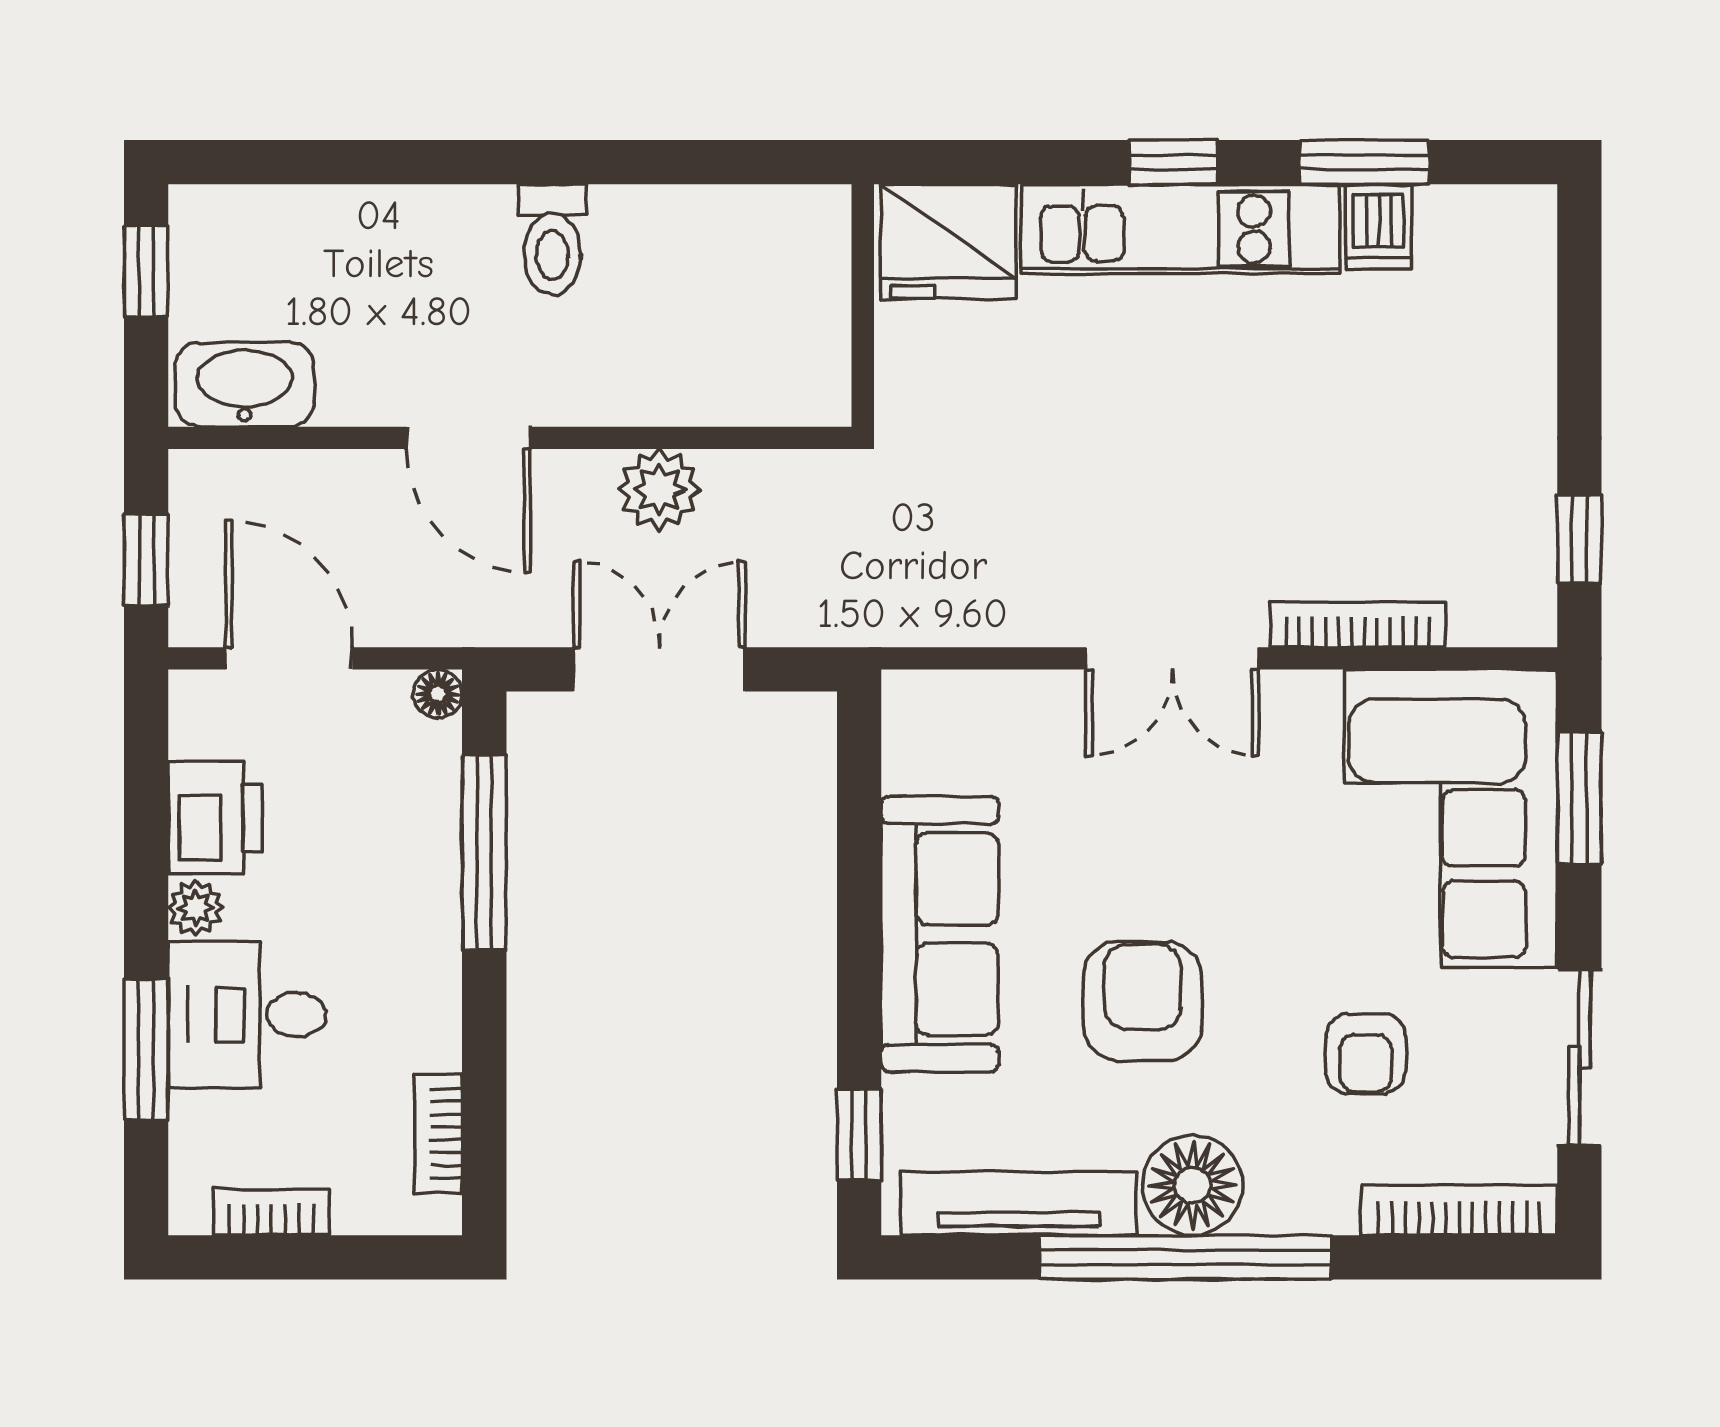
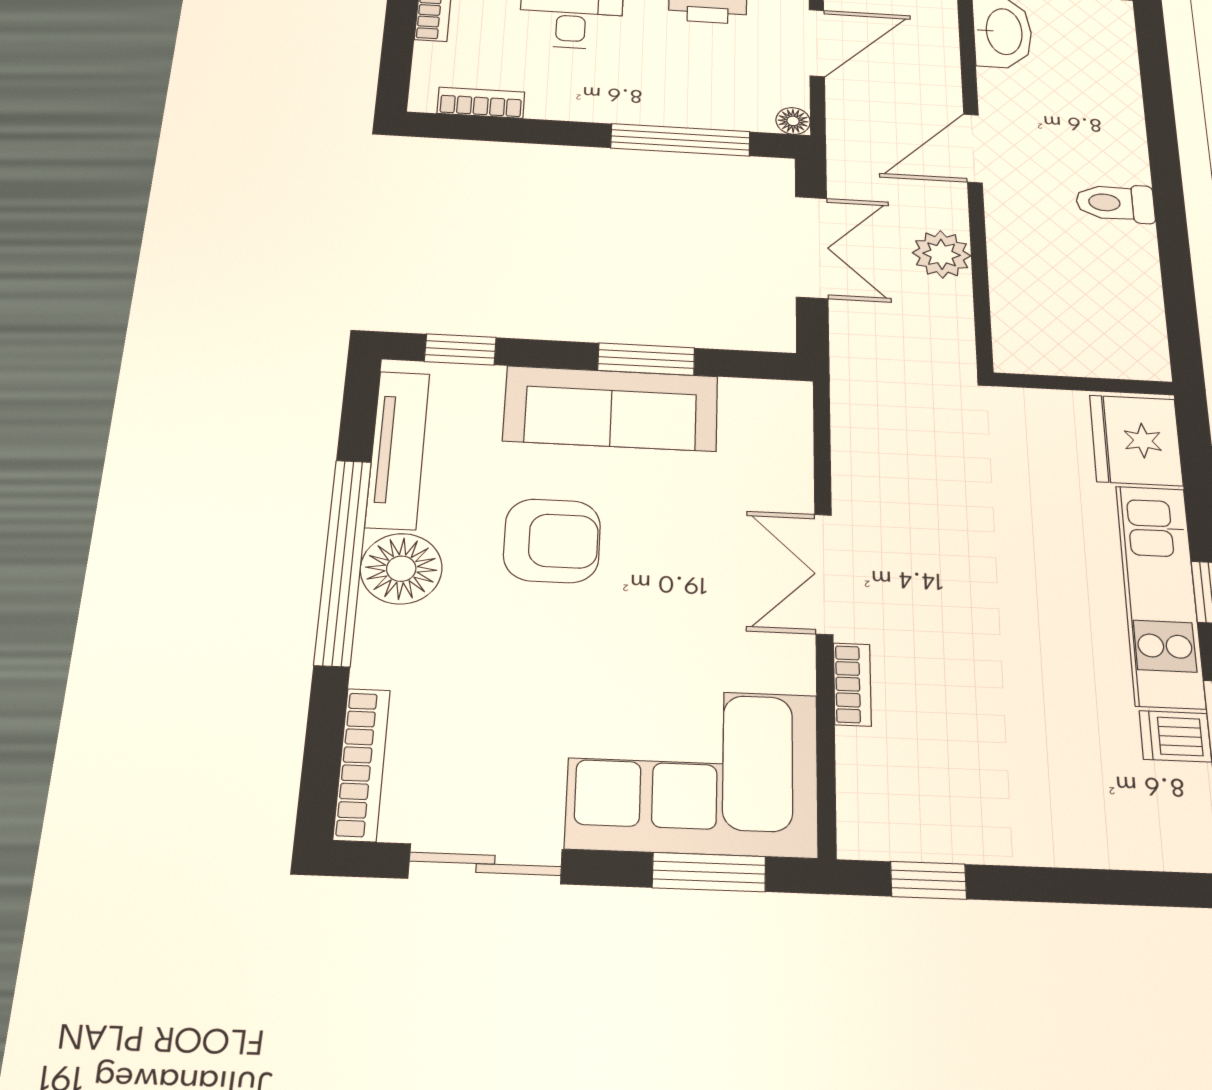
bookcase: (1358, 625) -> (852, 684), width x0.64
window: (859, 890) -> (646, 359), added
armchair: (1366, 1054) -> (500, 698), removed

